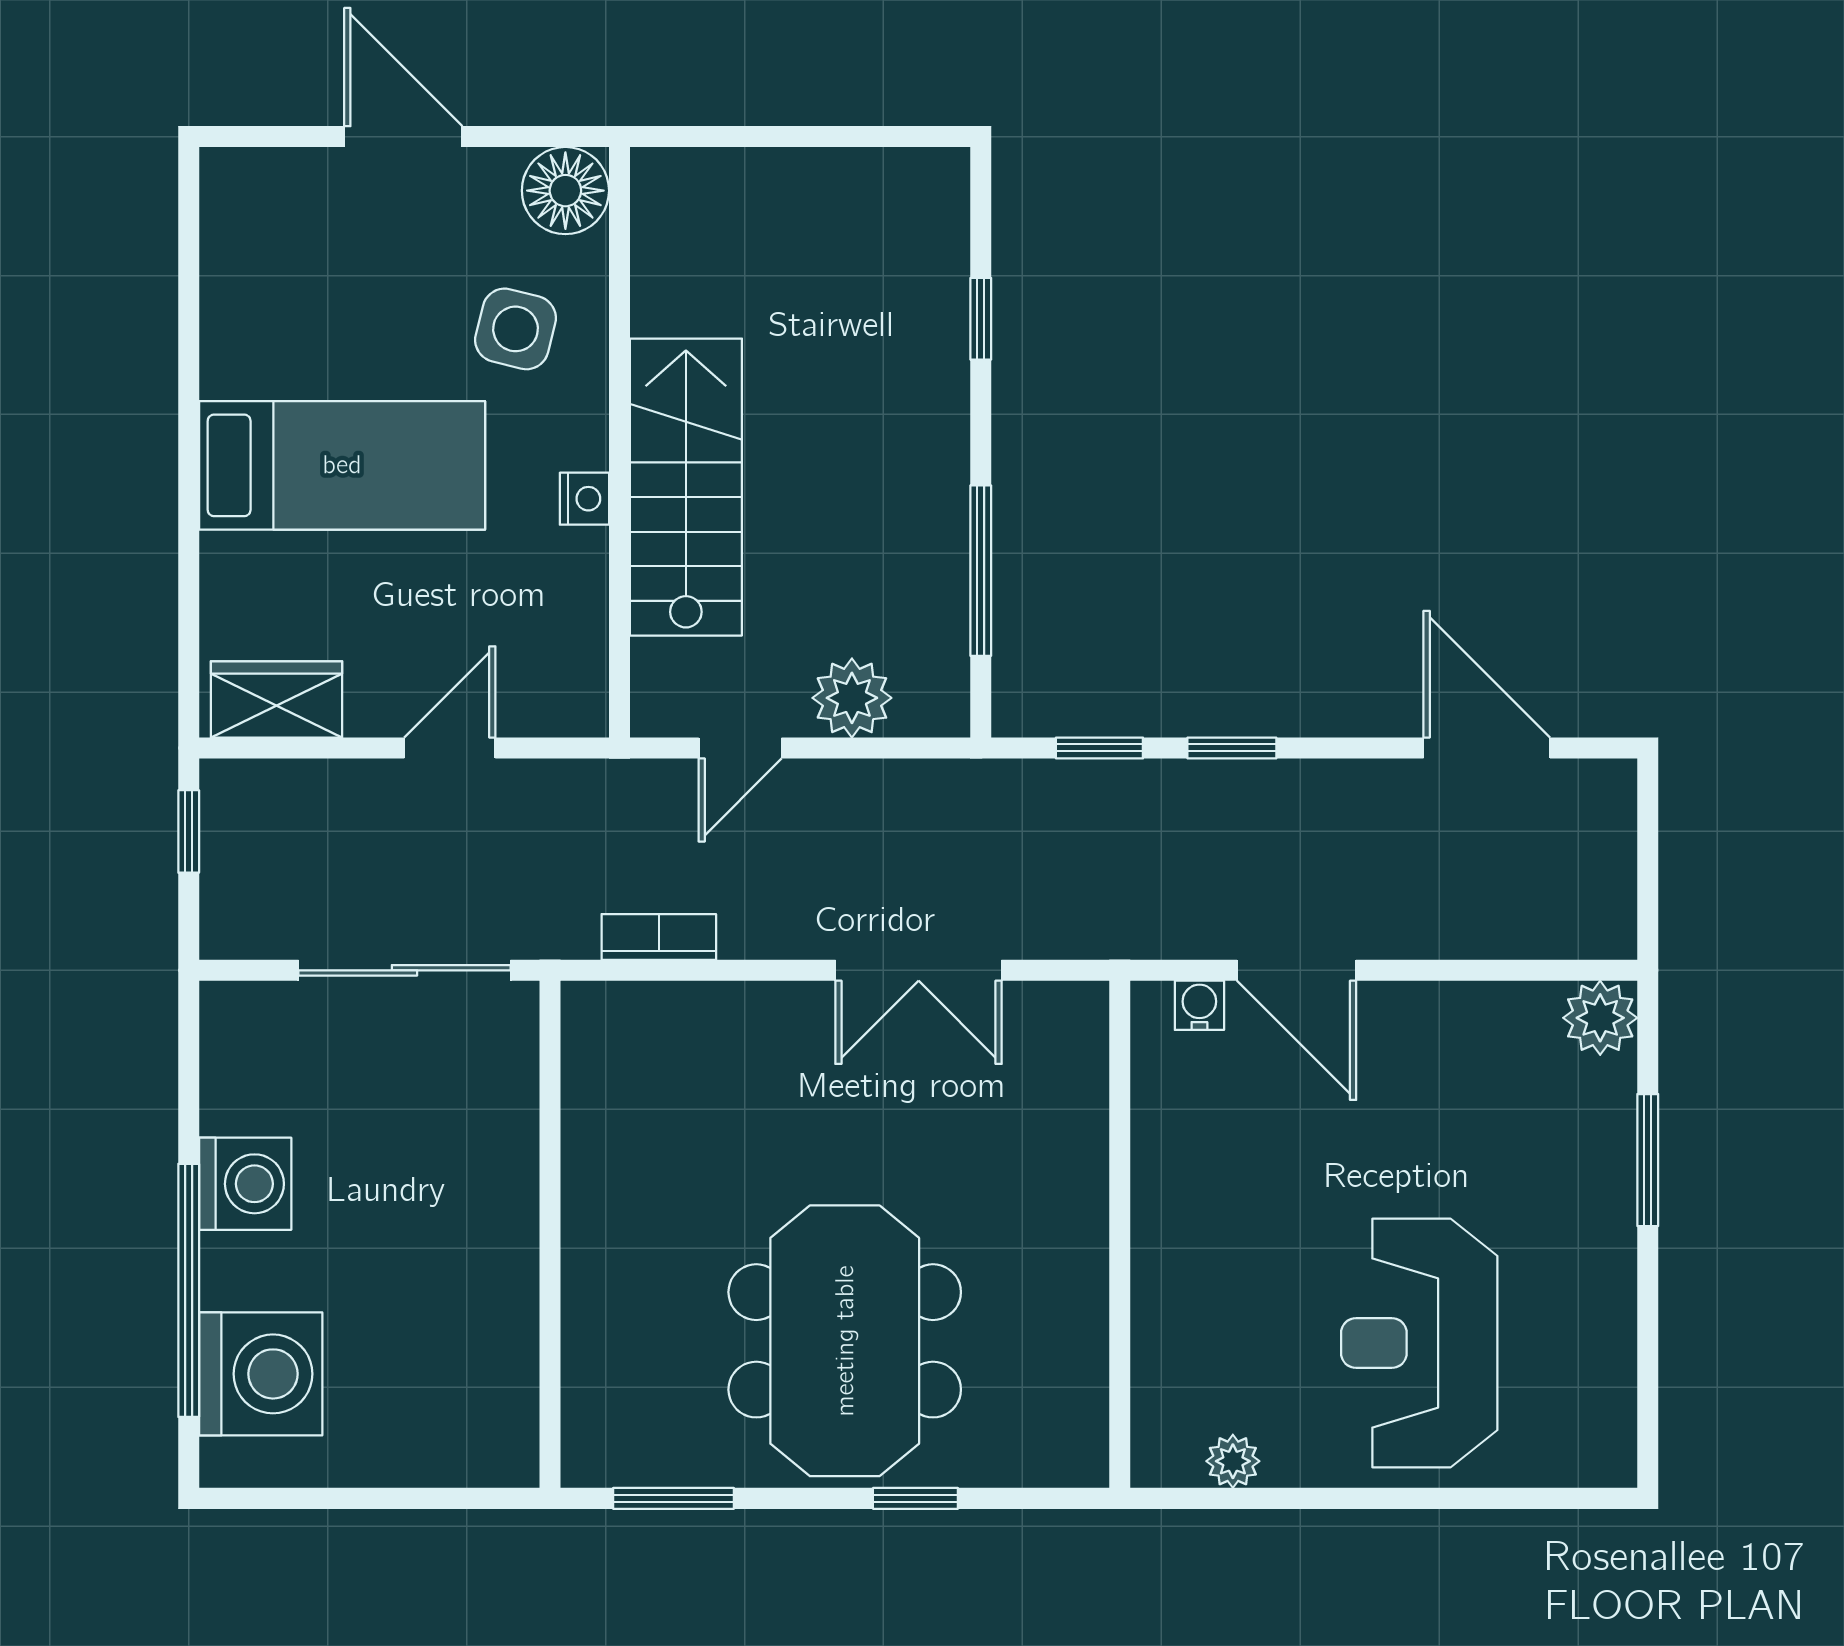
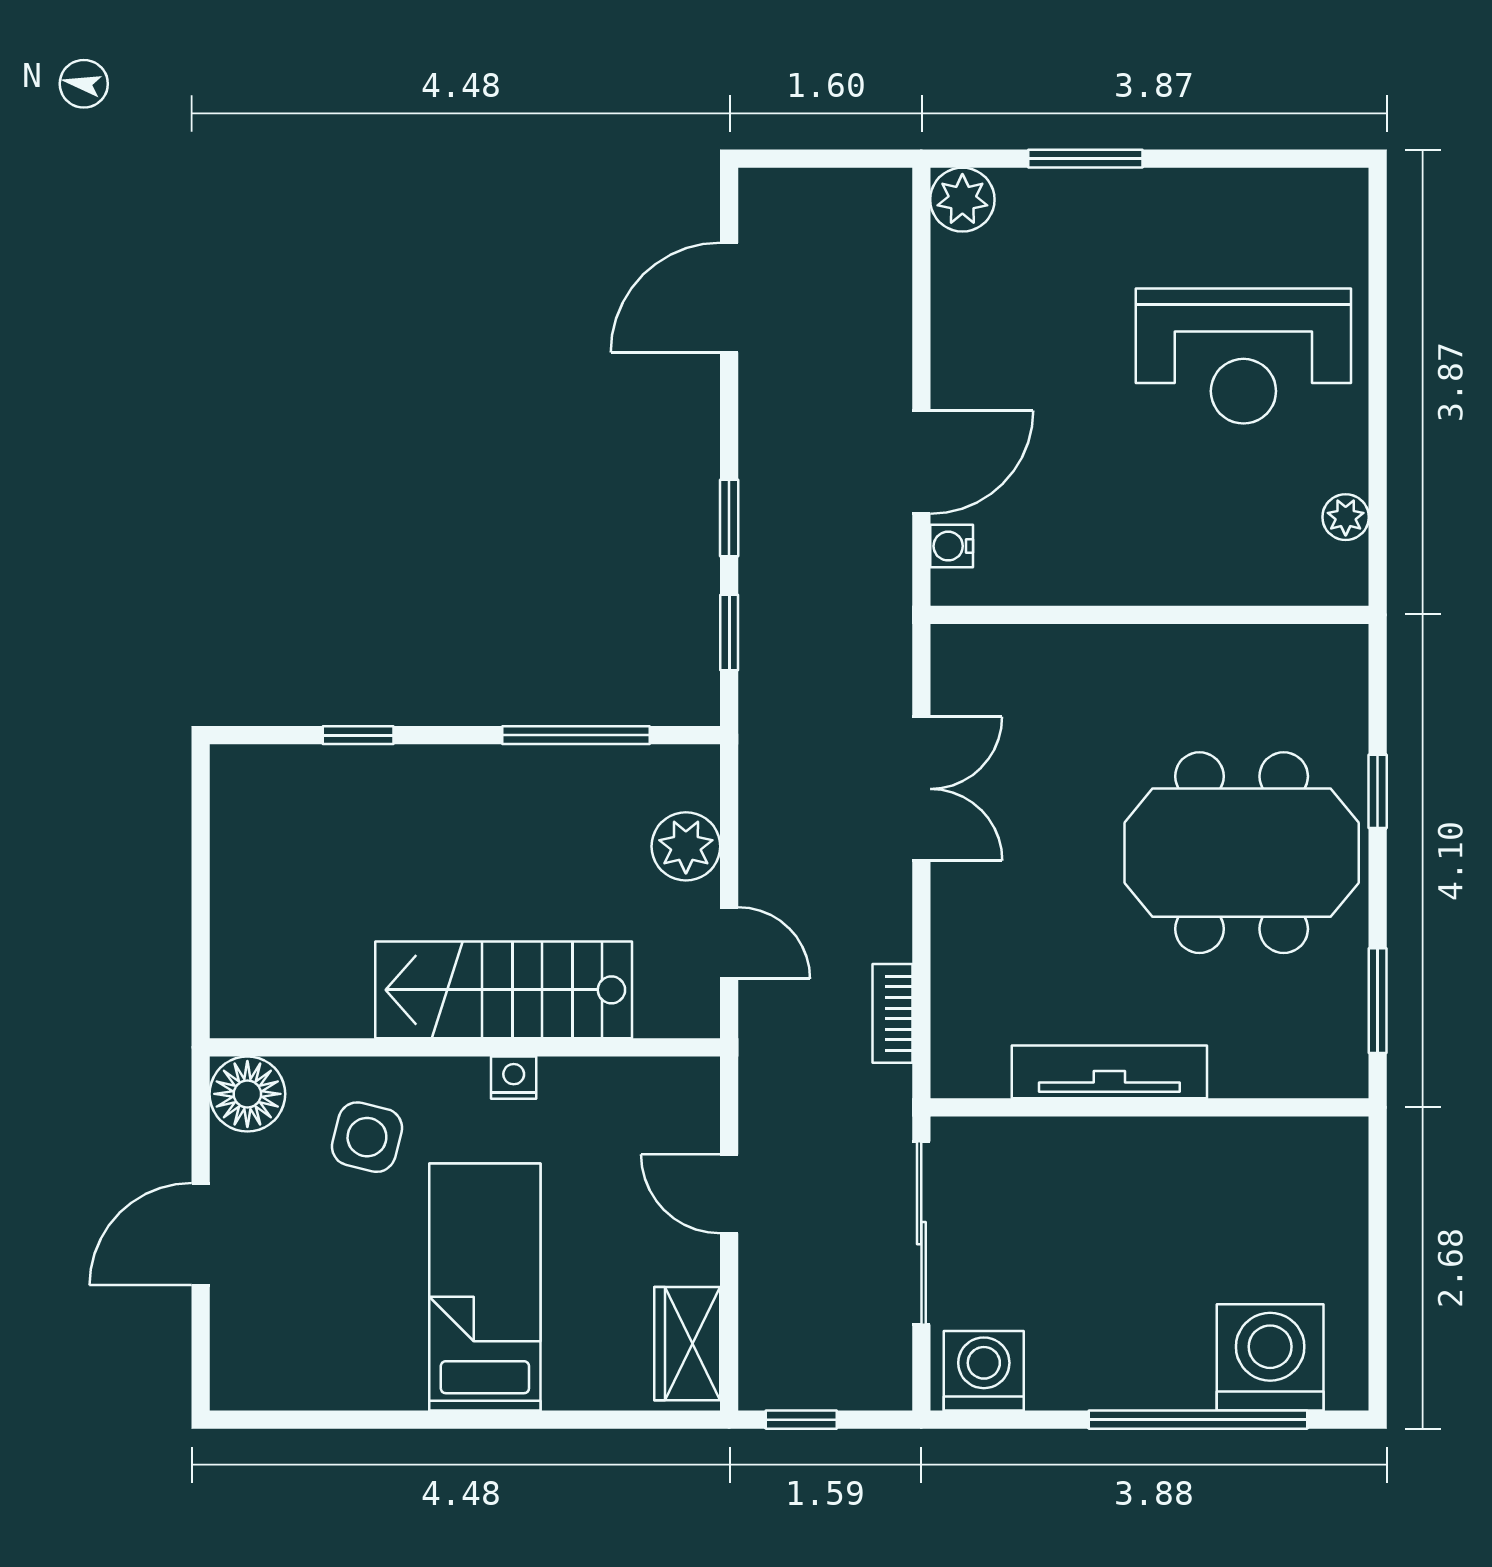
washing machine: (245, 1184) -> (984, 1371), moved
tv unit: (591, 1188) -> (1109, 1072), added

